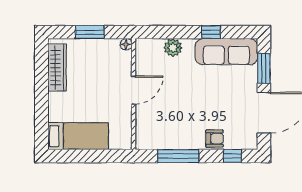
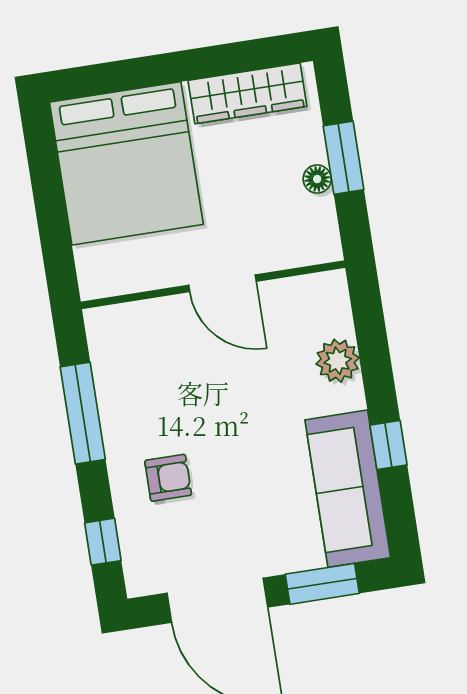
floor lamp: (126, 44) -> (317, 179), moved
bed: (78, 136) -> (126, 163), width x2.04
armchair: (214, 139) -> (168, 478), moved, turned -90

